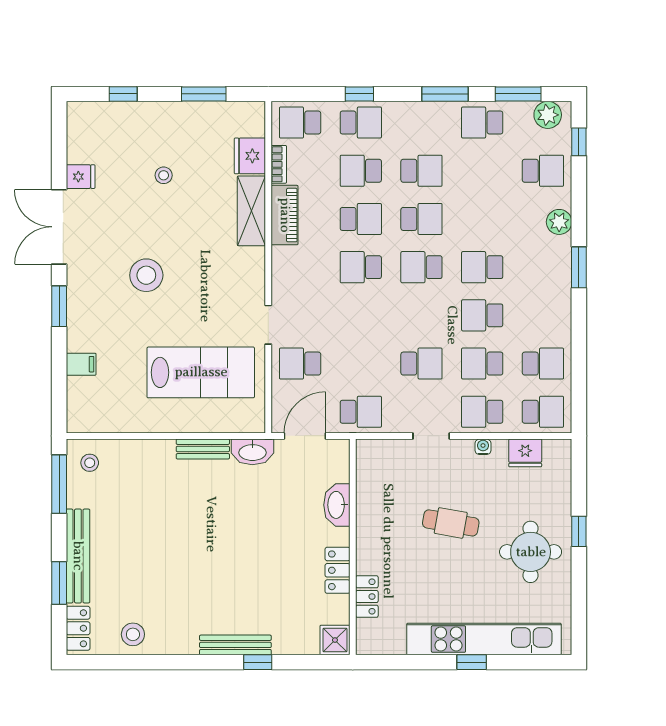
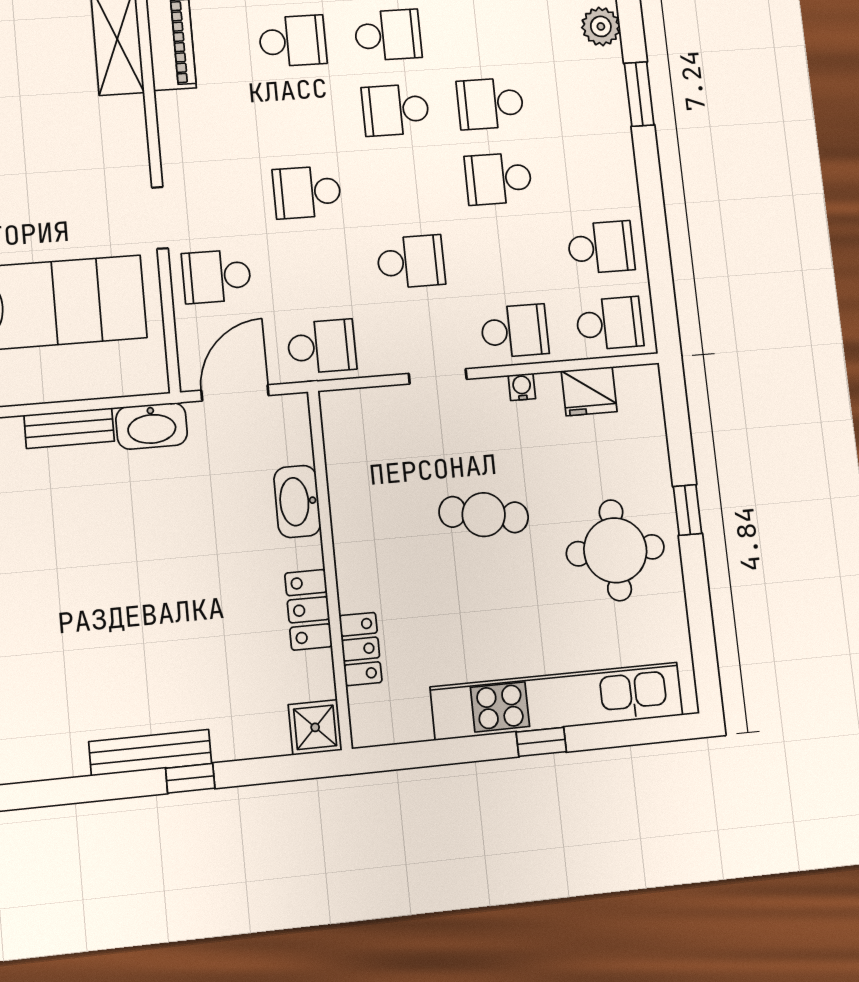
school desk: (361, 267) -> (307, 192), moved
school desk: (482, 364) -> (506, 254), removed
school desk: (482, 412) -> (515, 331), turned 180

